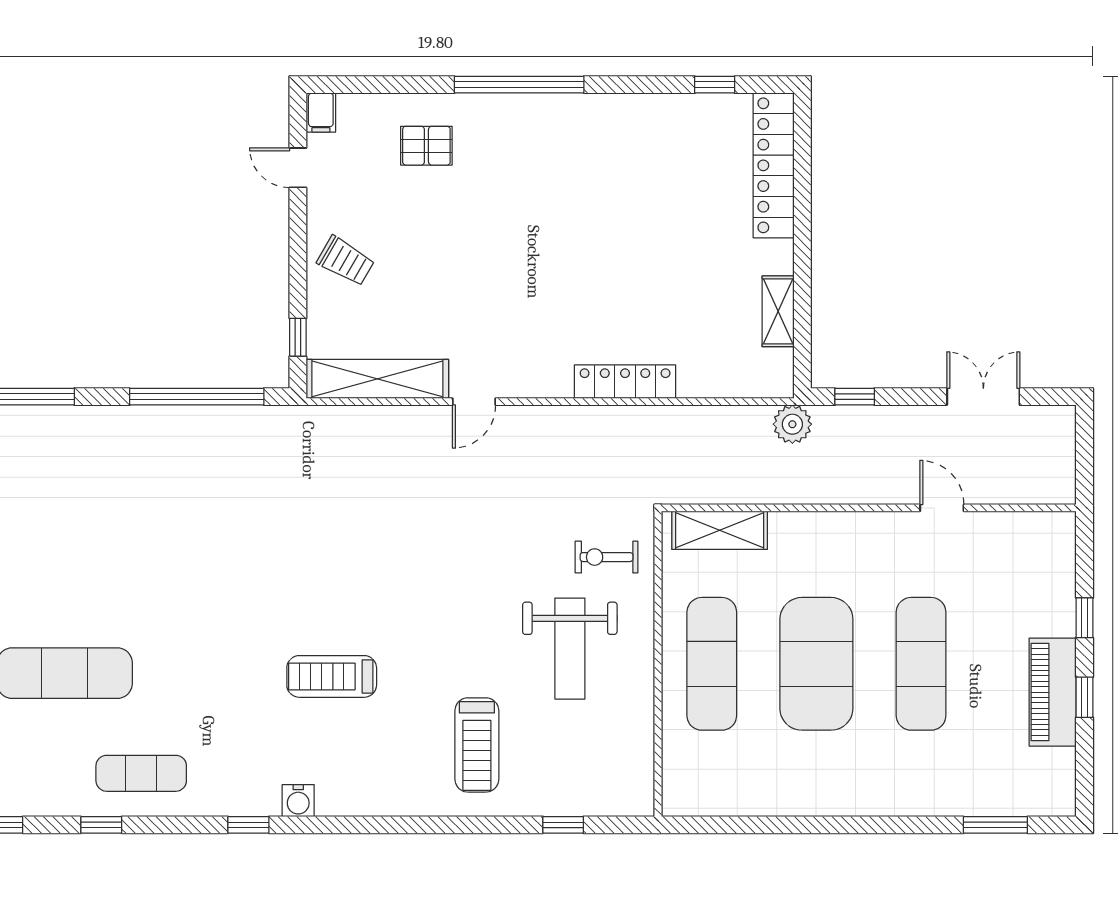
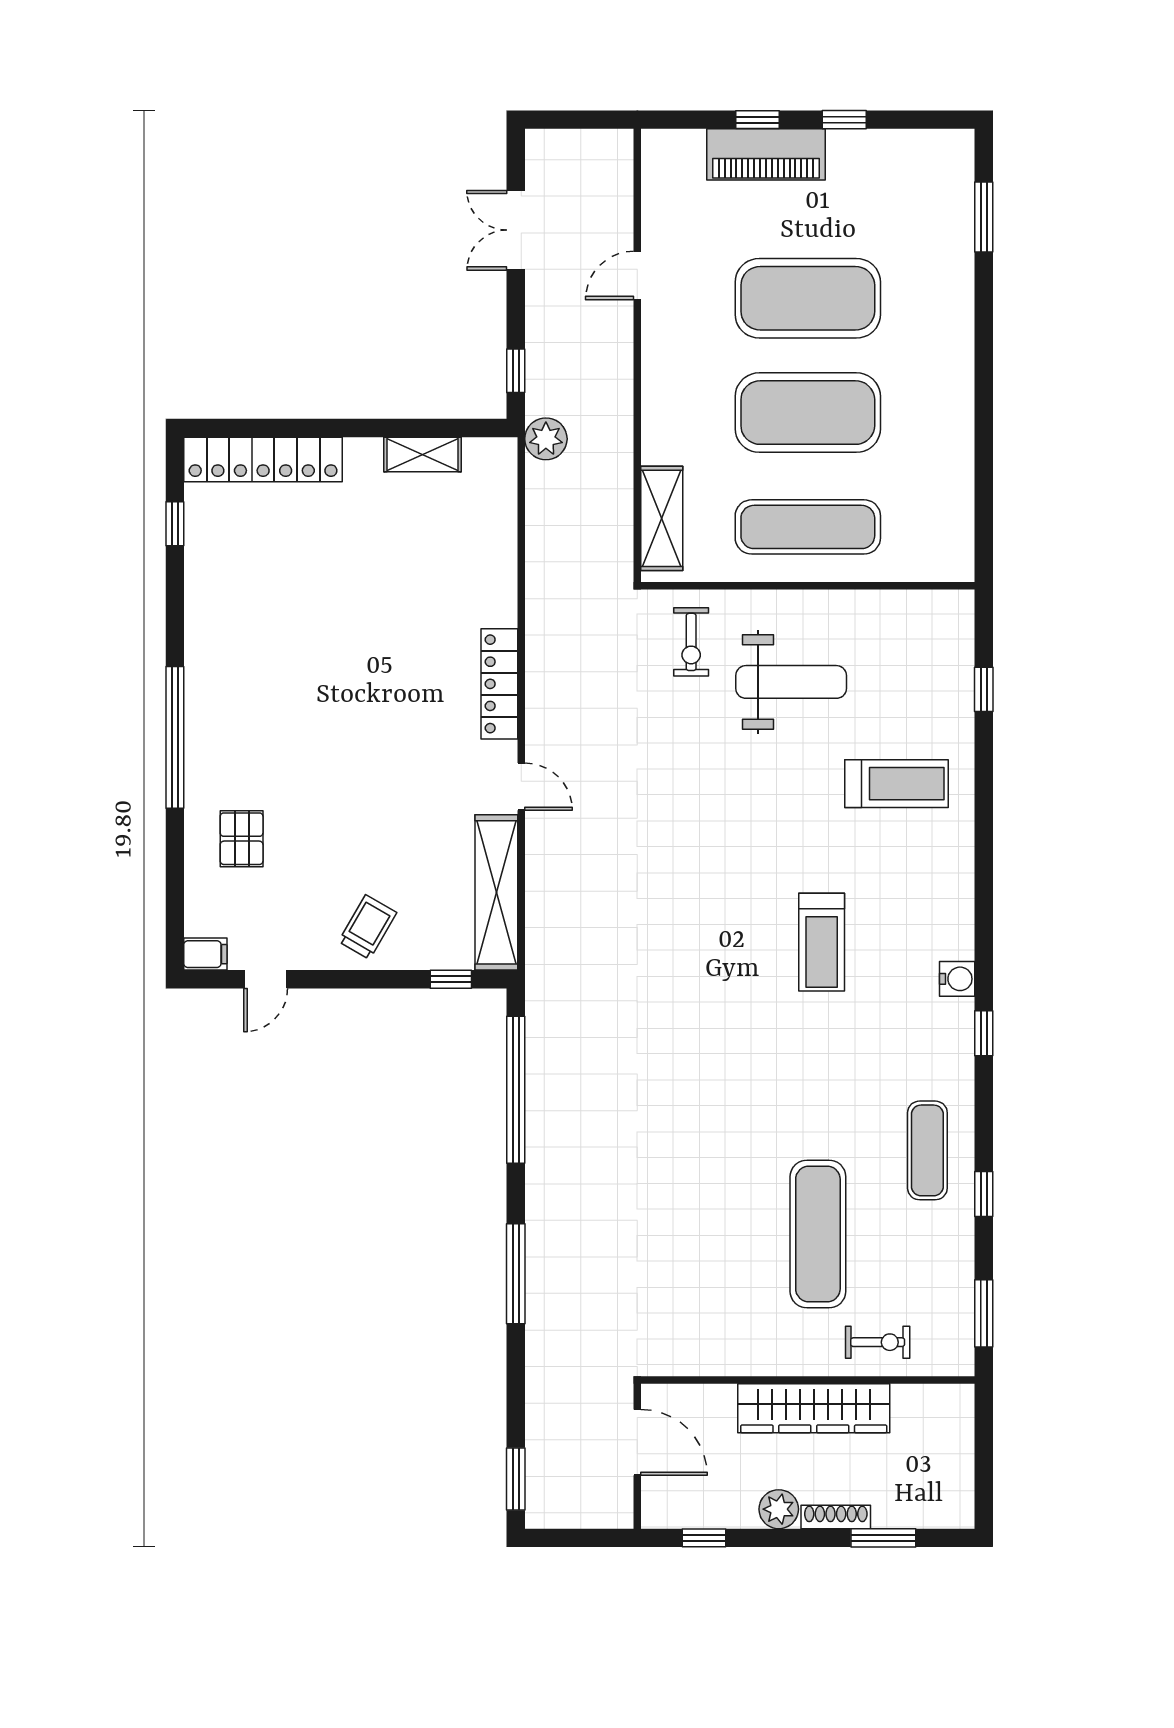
locker: (625, 382) -> (499, 684), moved
exercise mat: (921, 664) -> (808, 298), width x1.47
piano: (1053, 692) -> (766, 154), moved

